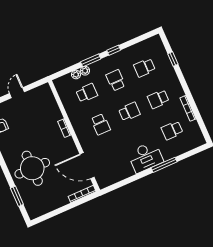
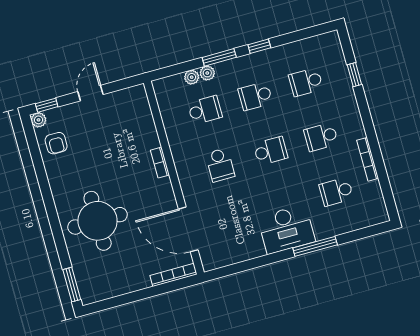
school desk: (116, 80) -> (255, 96), turned -90
window: (17, 196) -> (72, 285), moved

